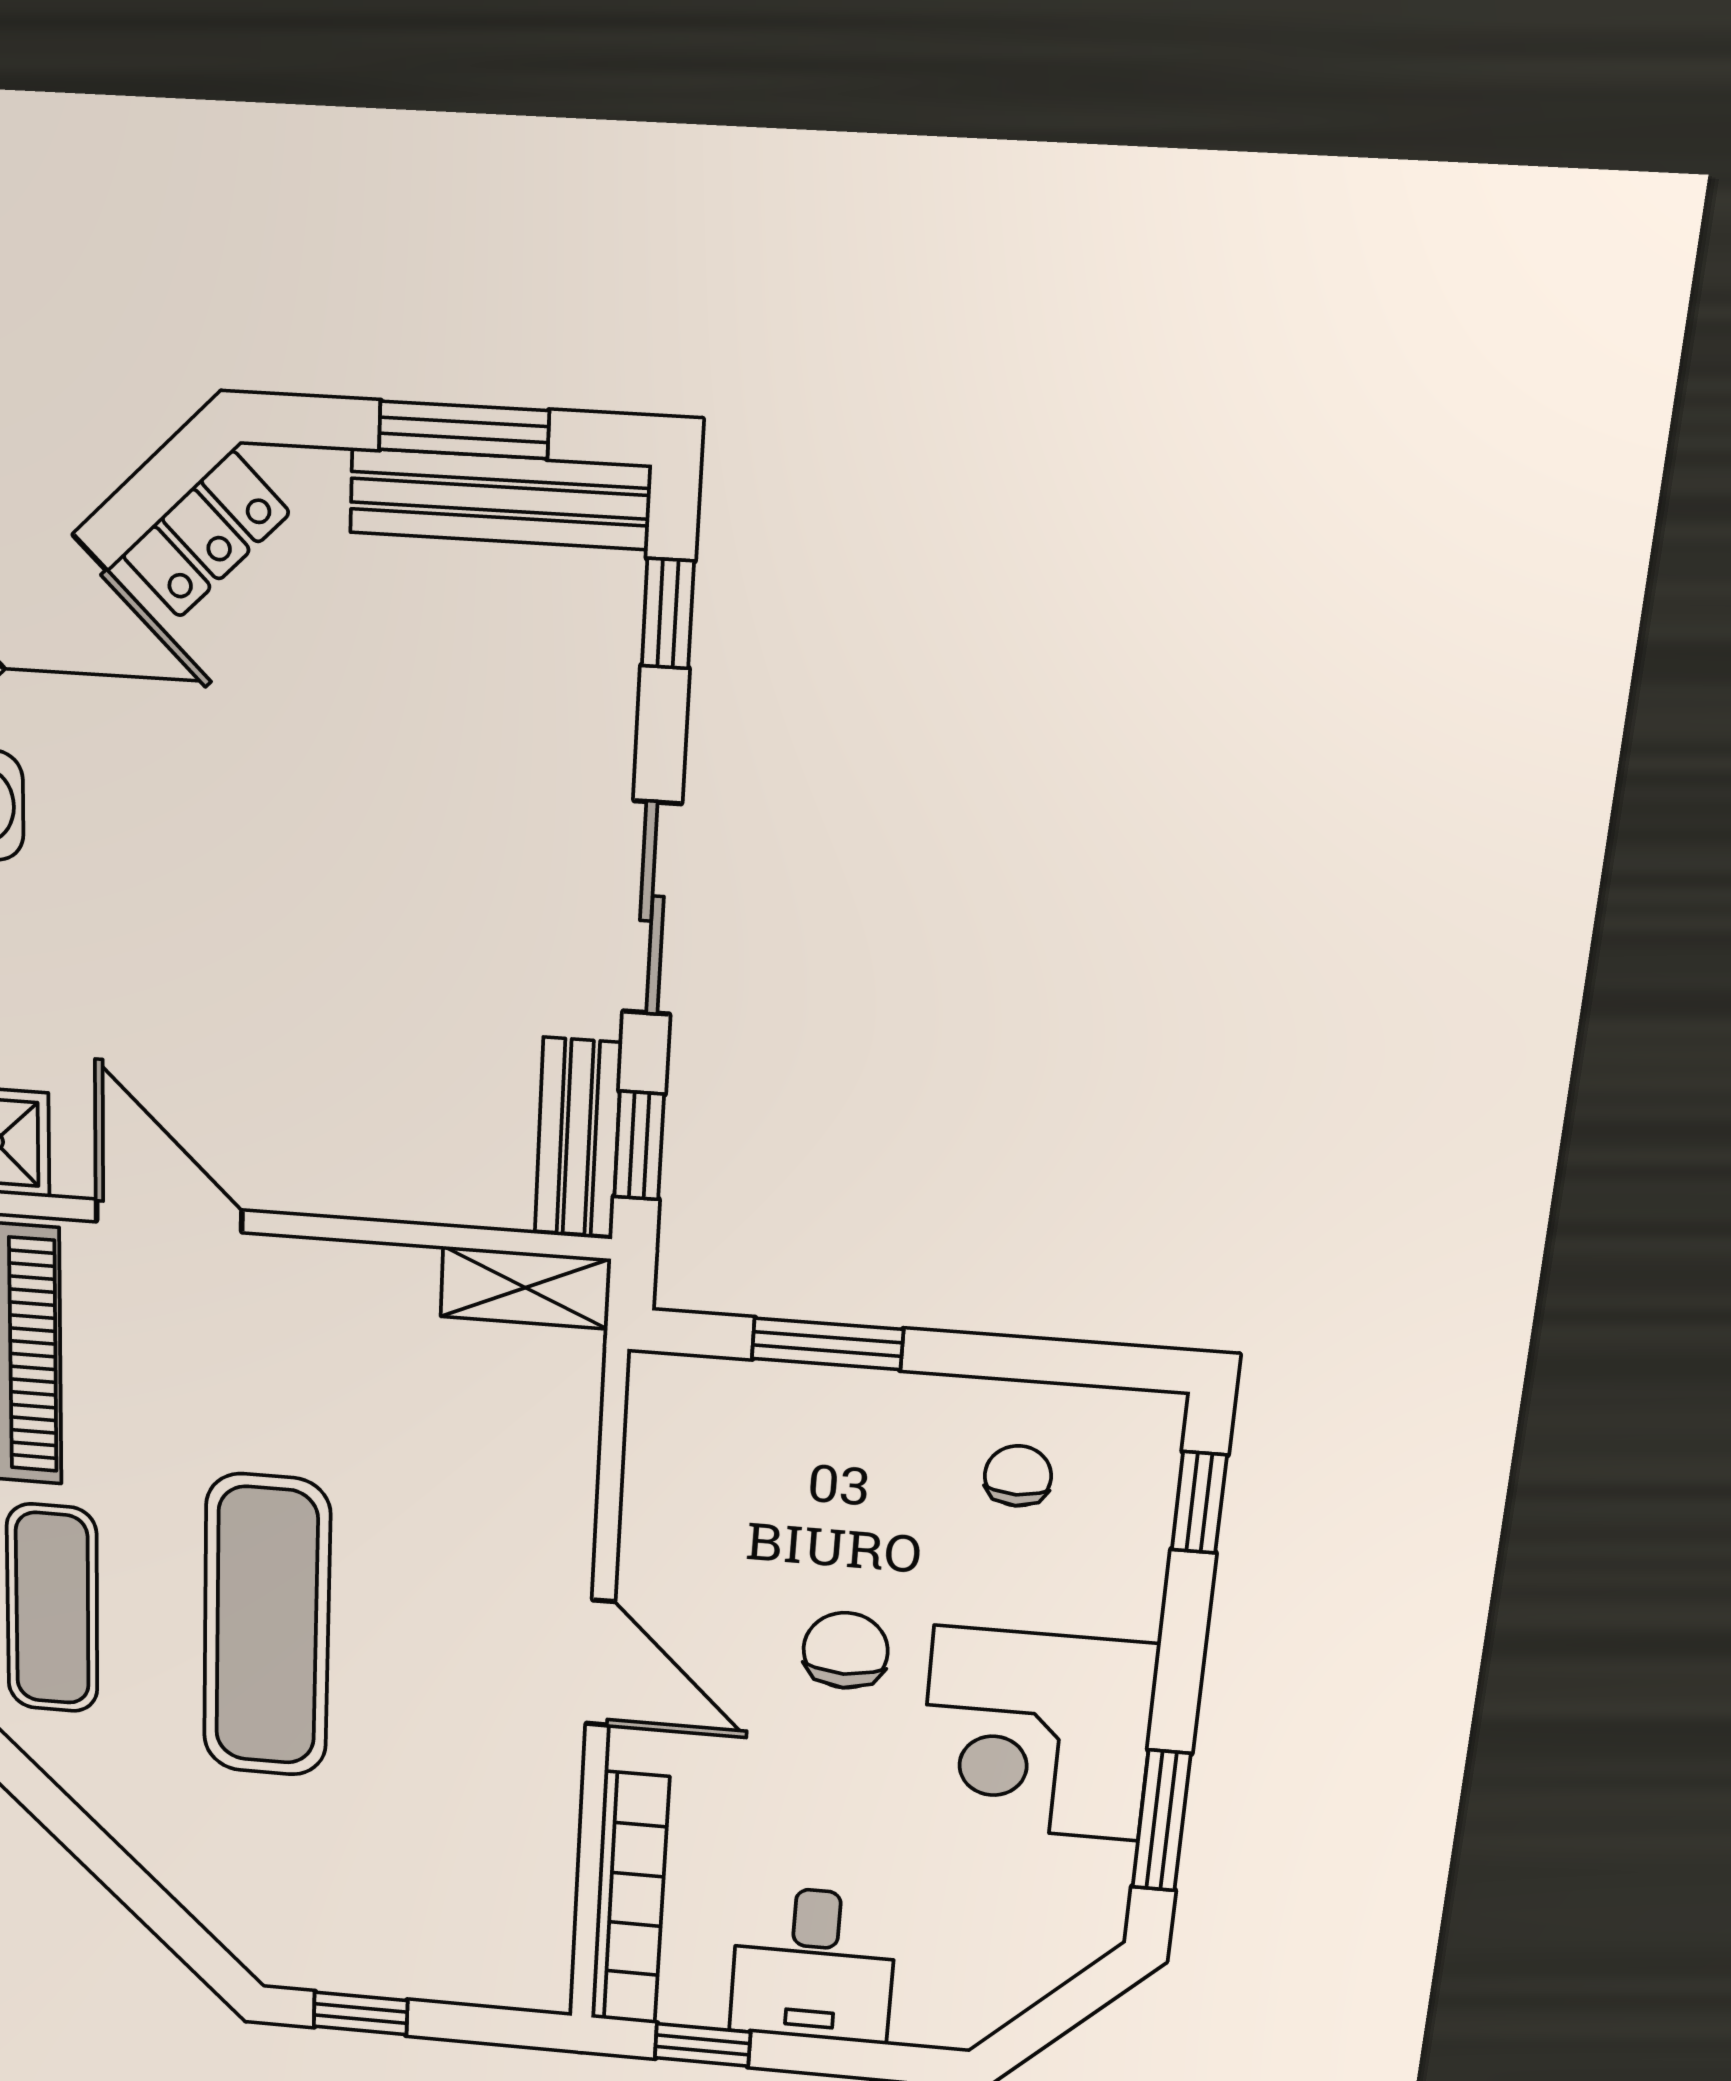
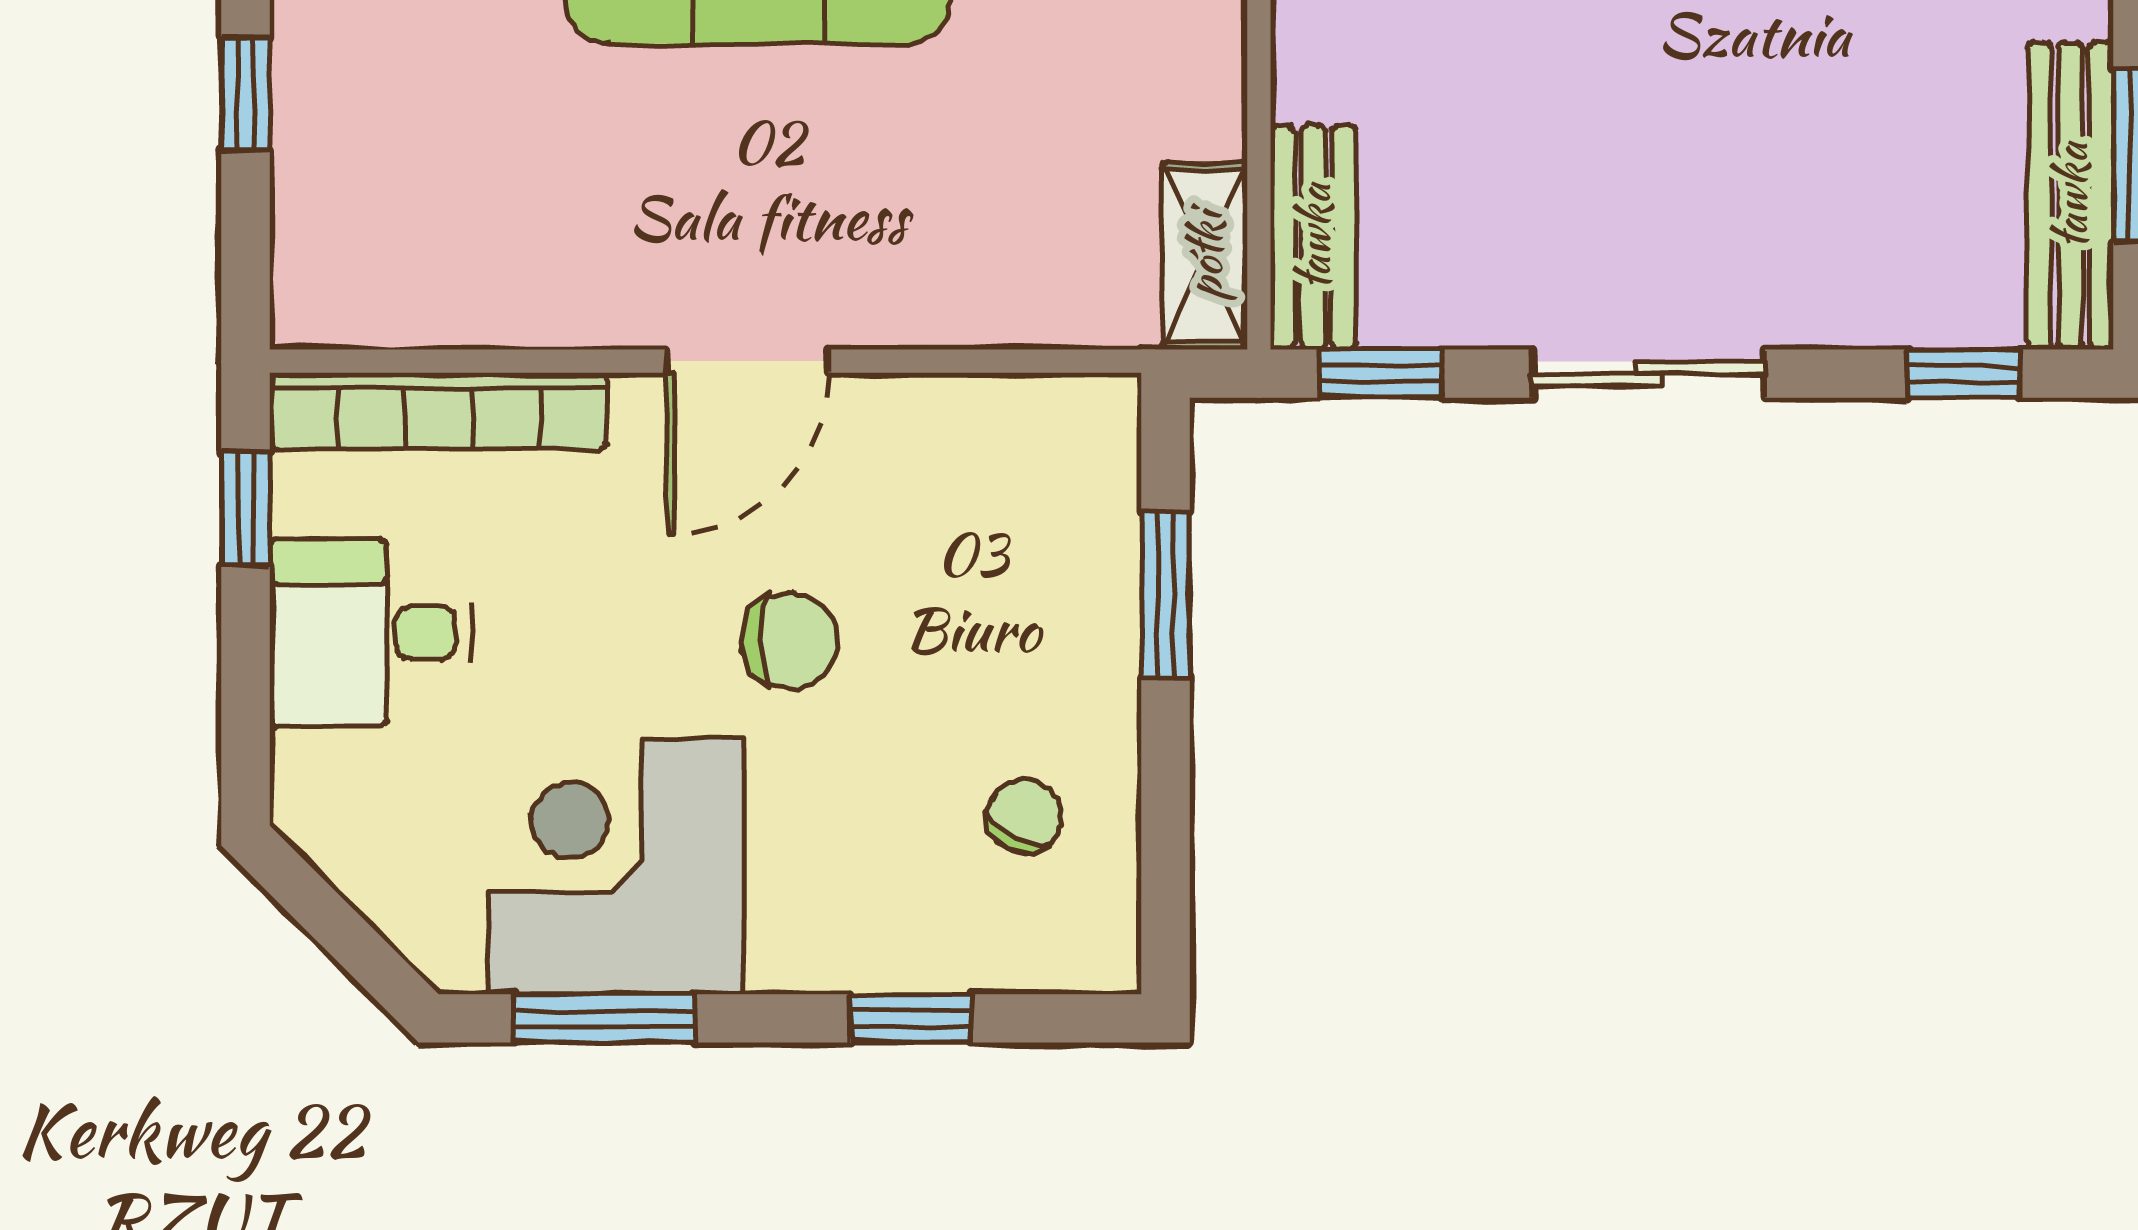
bench: (578, 1138) -> (1313, 237), moved, turned 90
chair: (1018, 1476) -> (1024, 816), turned -63
window: (1199, 1502) -> (911, 1018), moved
corner desk: (1037, 1734) -> (616, 866), moved

